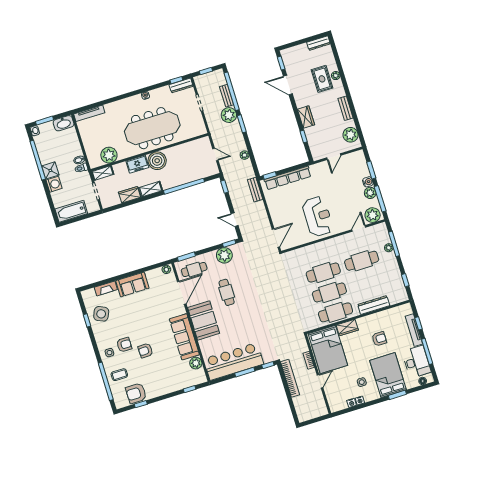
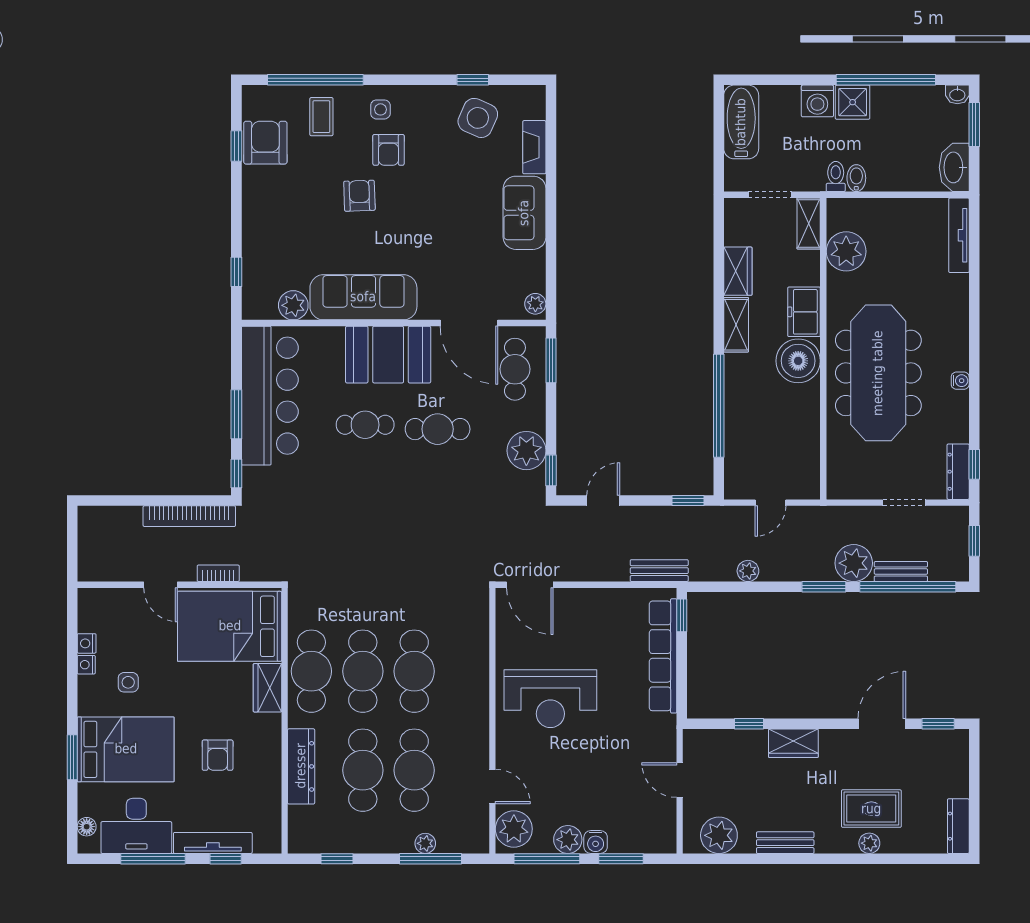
cafe table: (368, 281) -> (363, 770), added
cafe table: (234, 321) -> (365, 425), added

